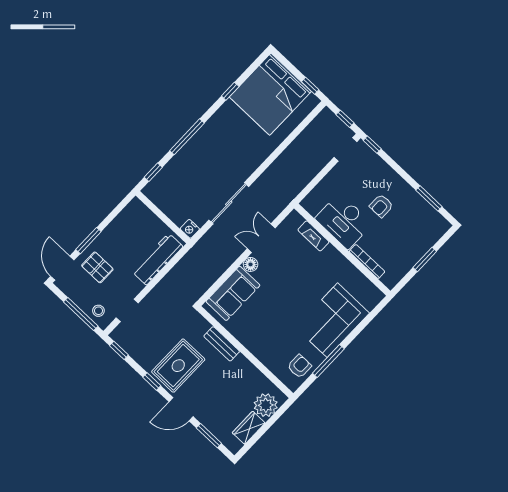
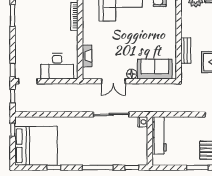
armchair: (381, 206) -> (39, 36), removed
desk: (344, 221) -> (57, 66), moved, turned 90
workbench: (158, 259) -> (159, 135), moved, turned -90

